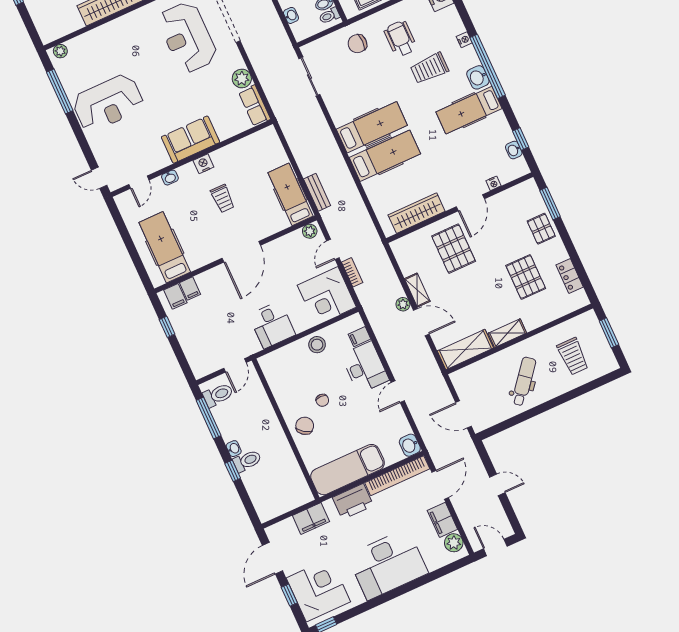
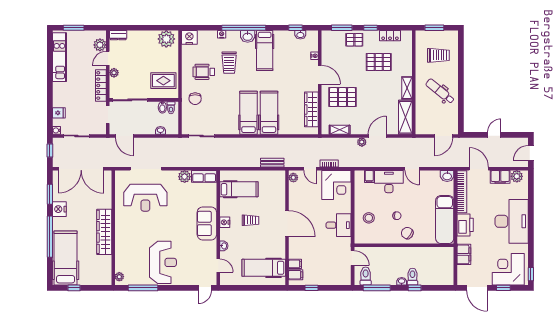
hospital bed: (291, 194) -> (239, 189), moved, turned 180
window: (568, 244) -> (371, 28), added
shelving: (417, 290) -> (340, 130), moved
stool: (317, 345) -> (369, 218), moved

